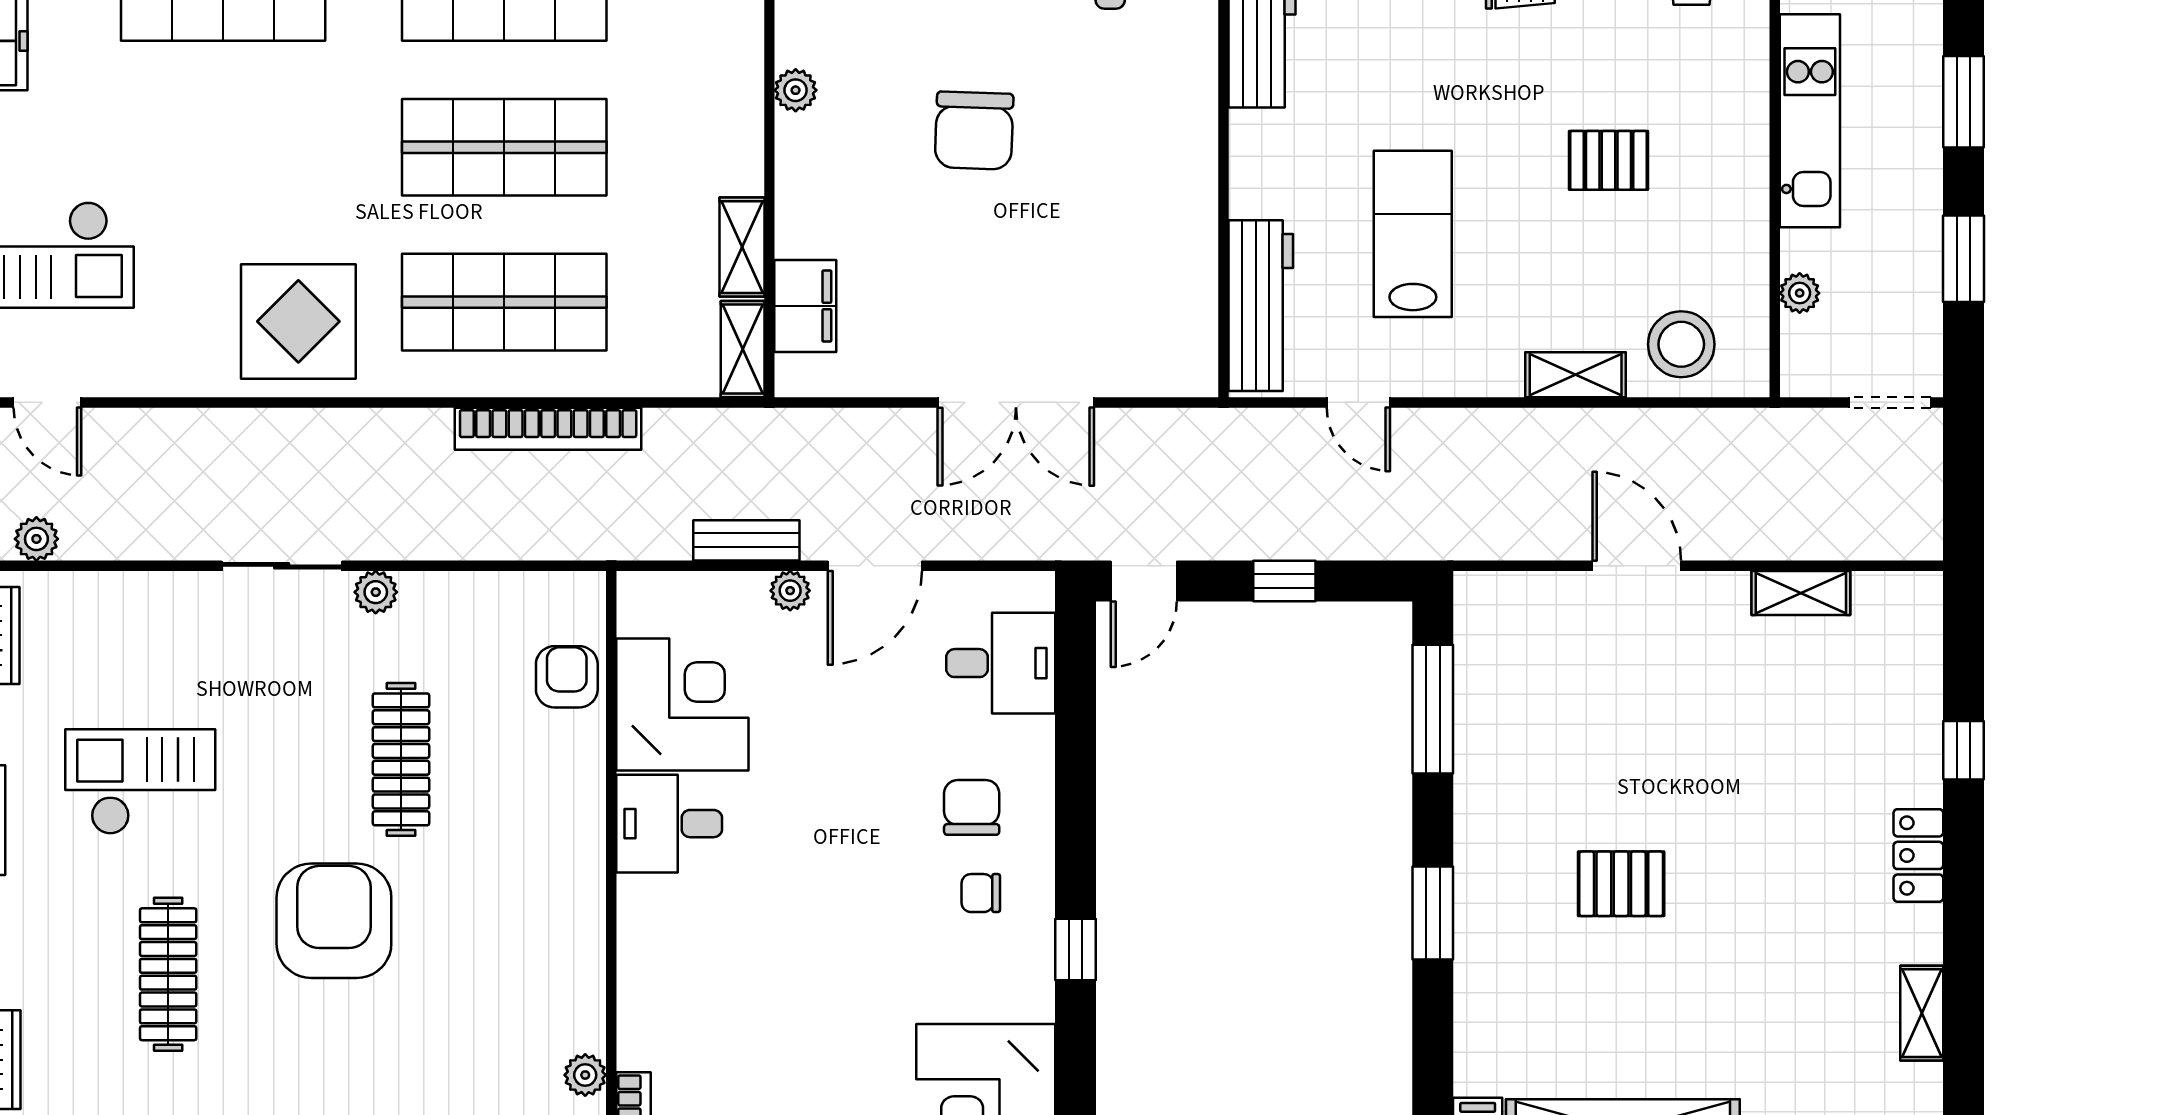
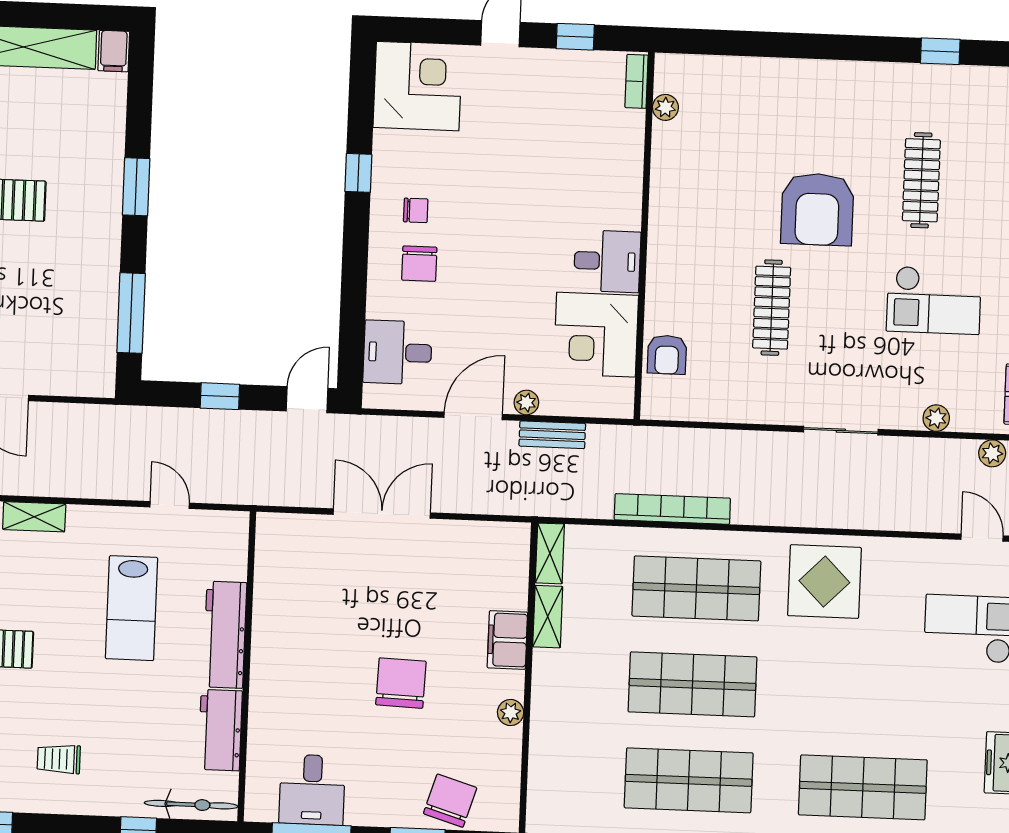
filing cabinet: (805, 306) -> (507, 640), moved
workbench: (1261, 306) -> (225, 635), moved
plant: (376, 592) -> (936, 418), moved

